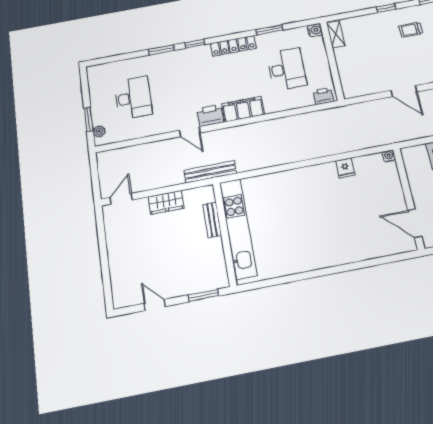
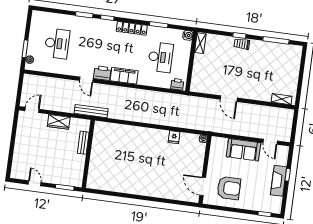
trolley: (411, 30) -> (242, 44), moved
kitchen unit: (238, 228) -> (97, 153), removed

